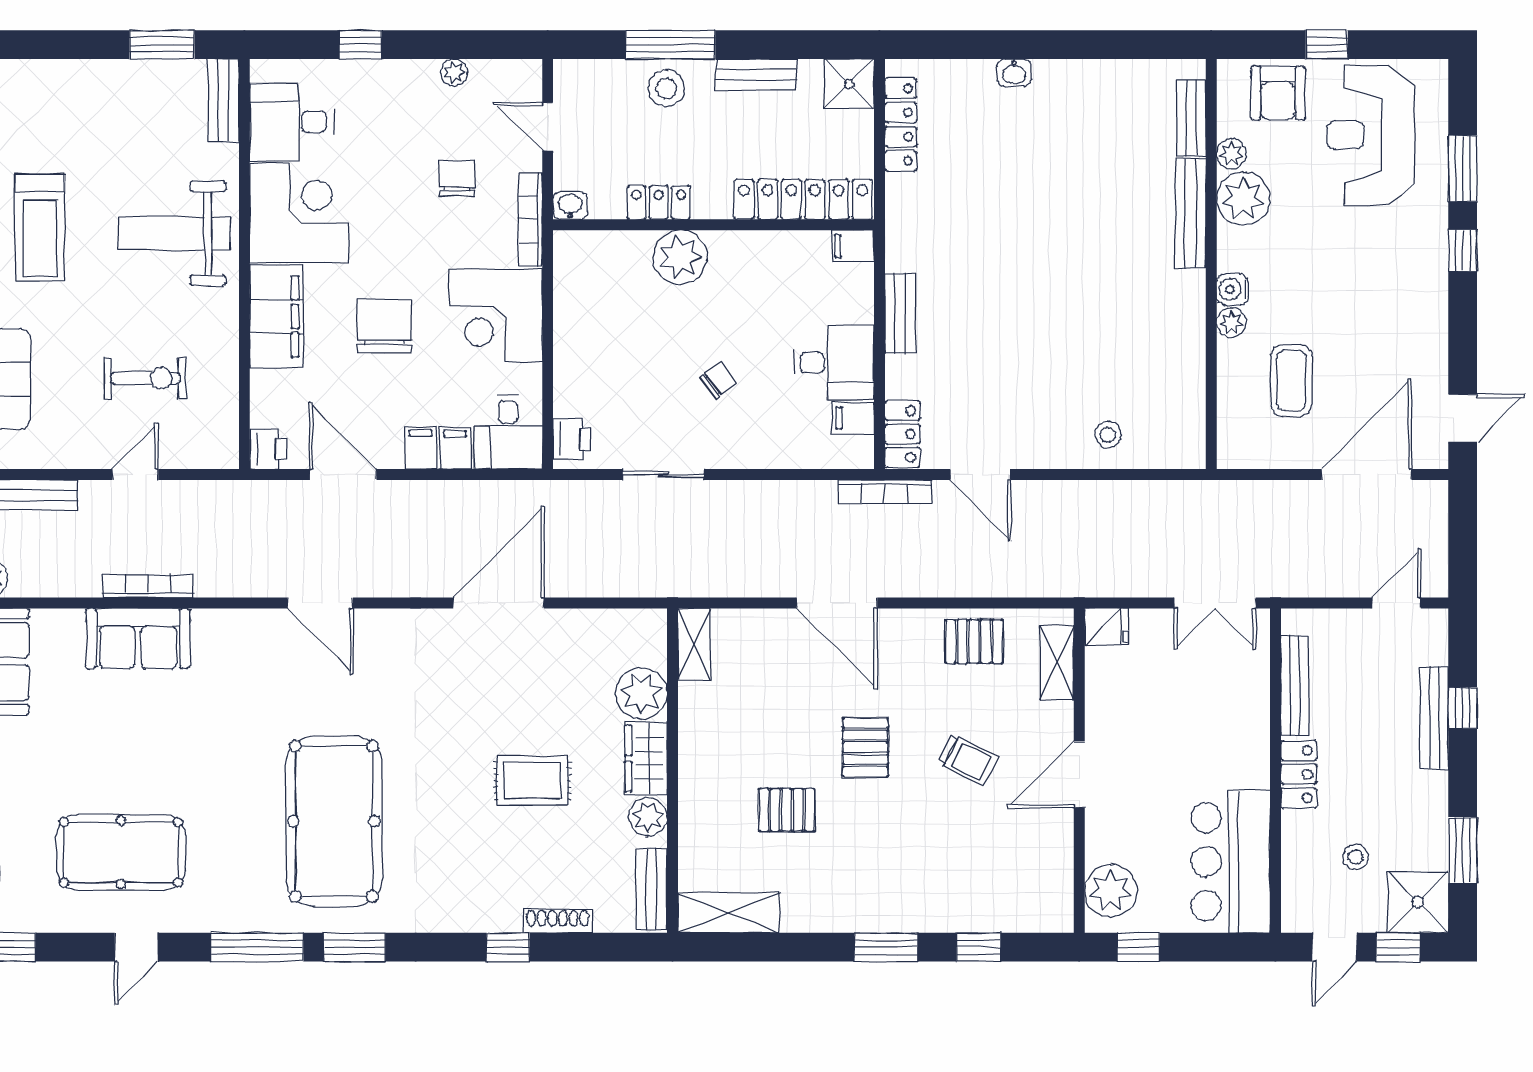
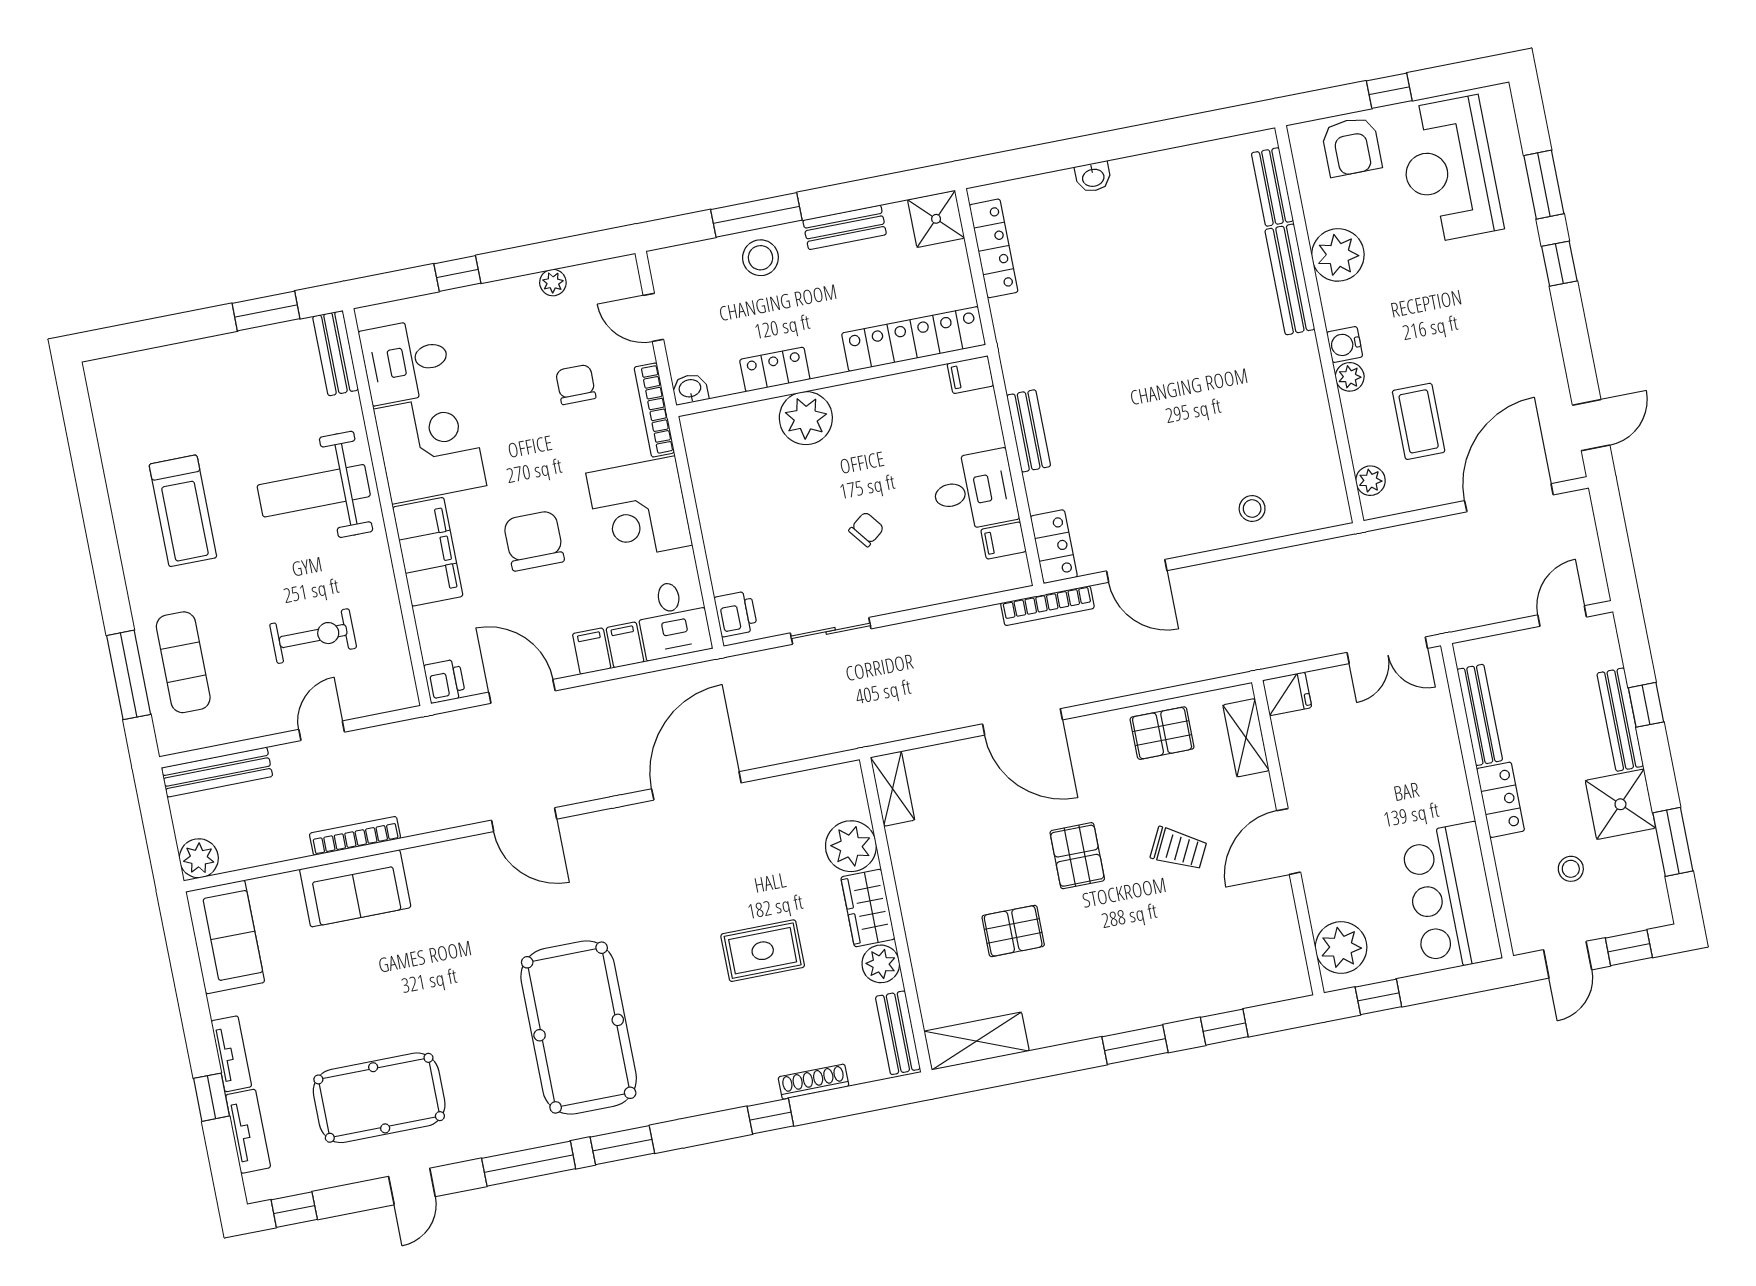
plant: (1232, 154) -> (1370, 481), moved
shower: (1418, 902) -> (1620, 804), moved

